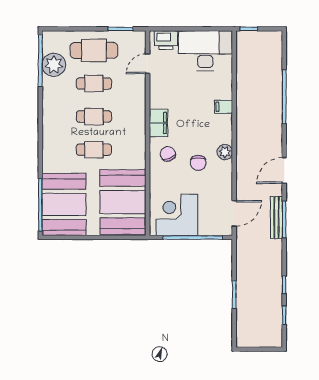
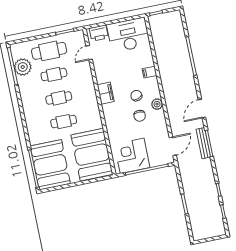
chair: (168, 154) -> (136, 96), moved

